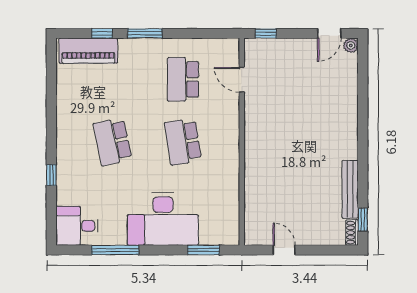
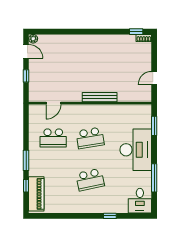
window: (266, 33) -> (26, 76), moved
bench: (350, 189) -> (100, 97), moved

